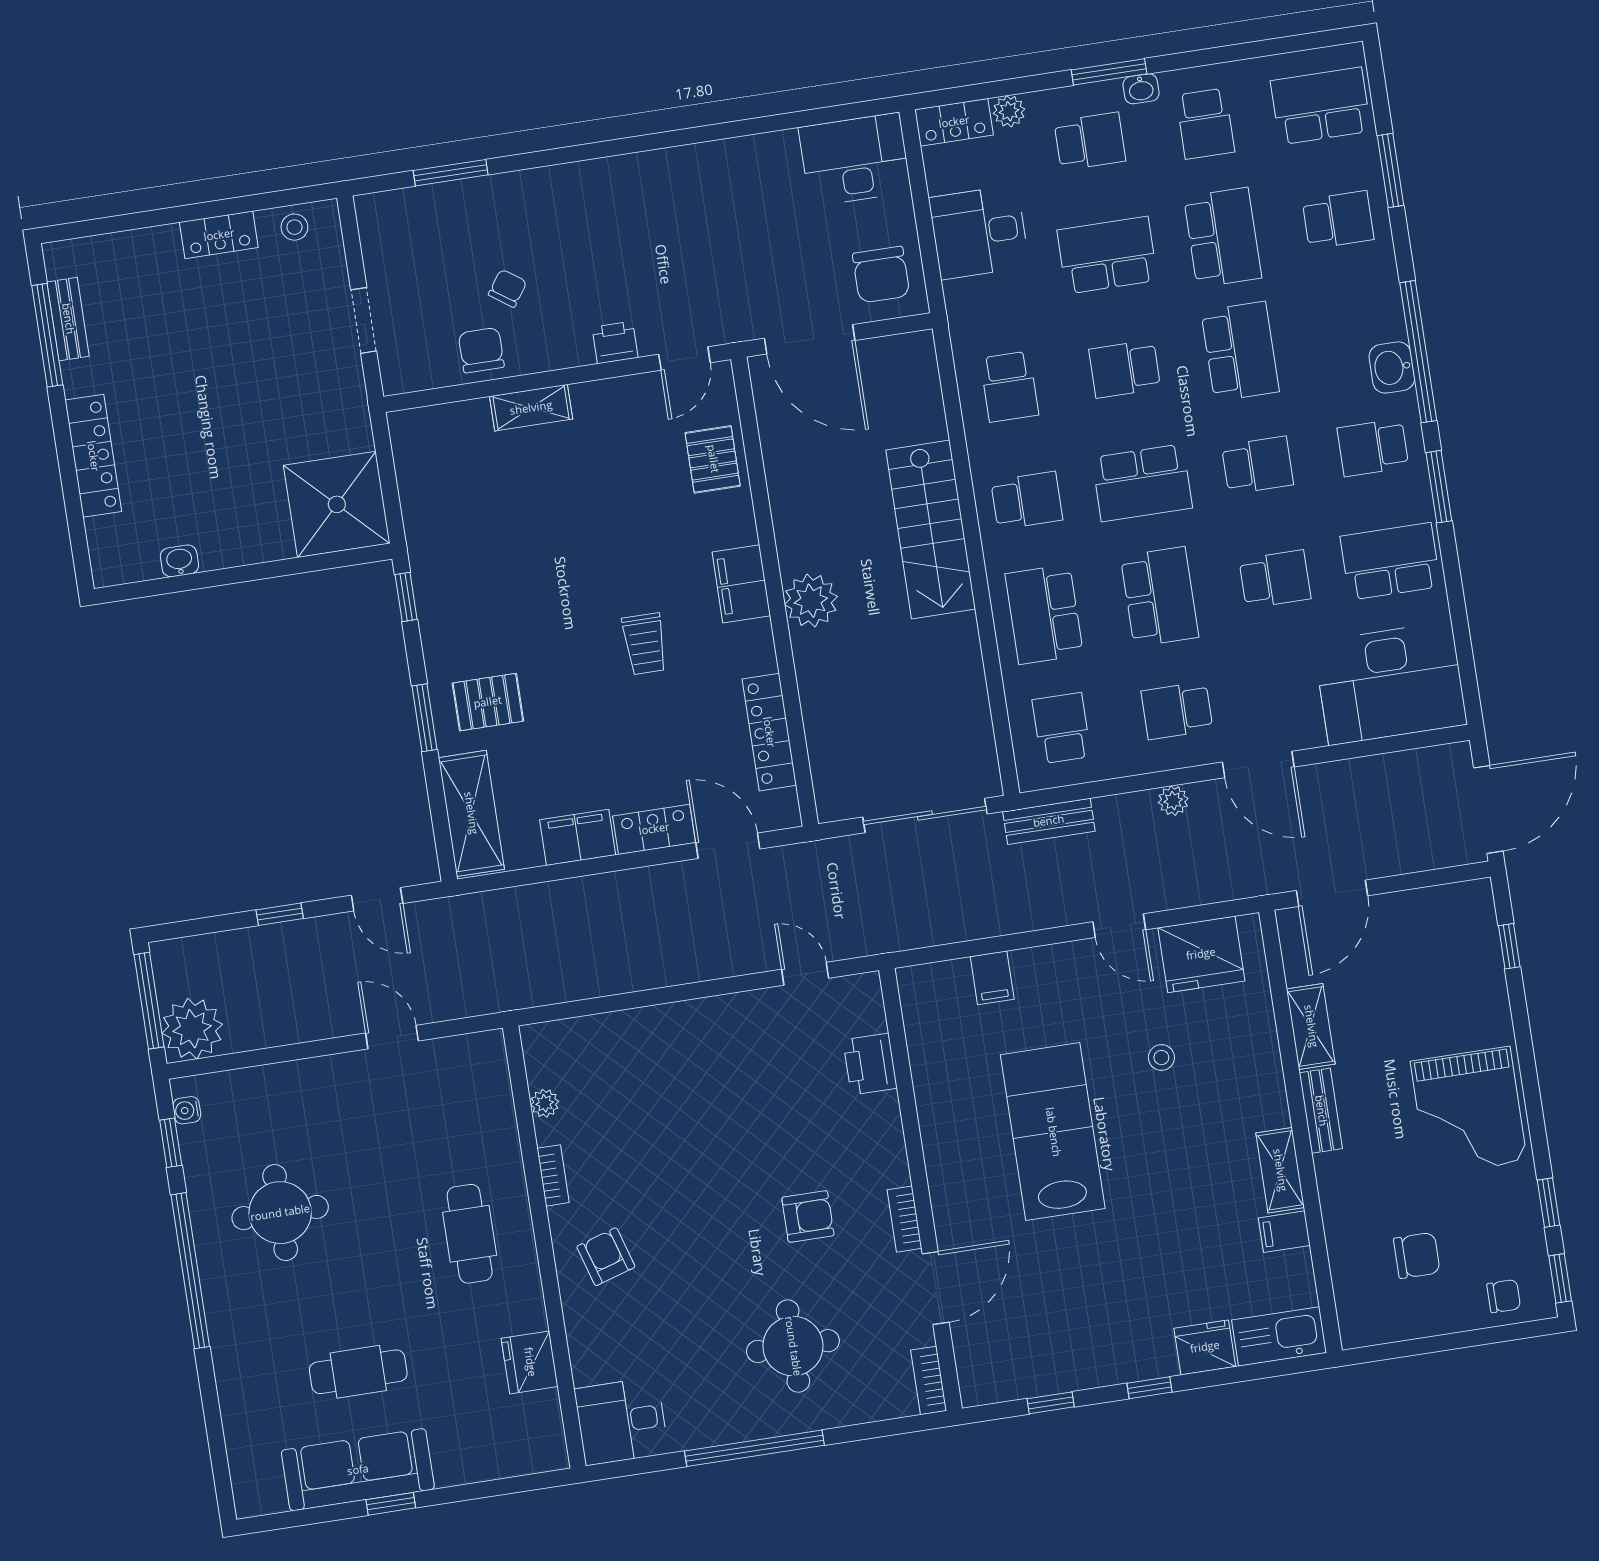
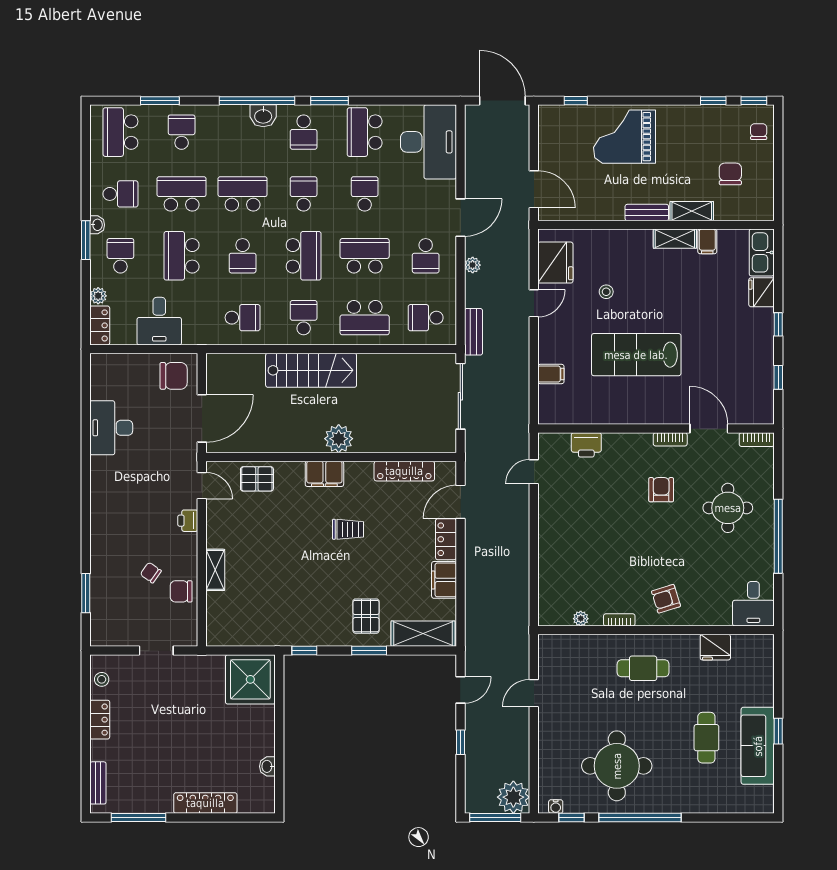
desk: (855, 159) -> (111, 428), moved
bench: (68, 319) -> (98, 783), moved, turned 90
shelving: (1311, 1026) -> (692, 211), moved
grand piano: (1469, 1111) -> (624, 137), moved, turned 180
round table: (280, 1213) -> (617, 766), width x1.36, depth x1.36

